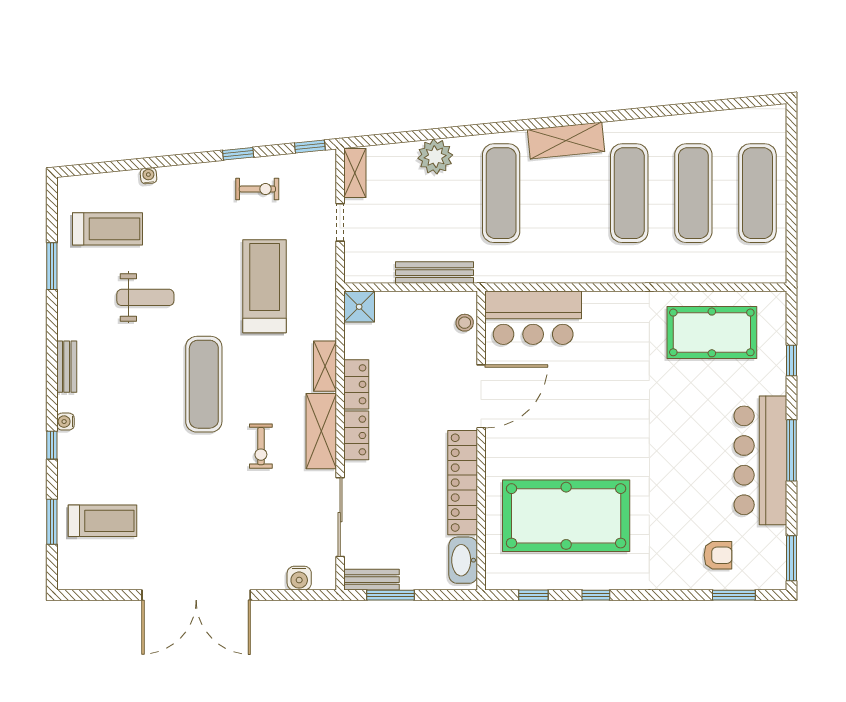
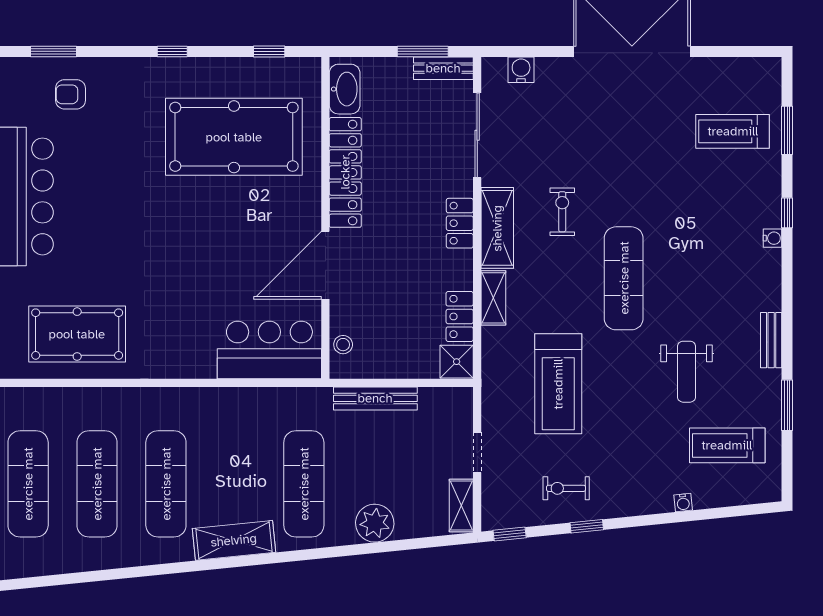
weight bench: (145, 297) -> (687, 372), turned -90
bench: (67, 367) -> (771, 340), moved
locker: (356, 384) -> (460, 316), moved
window: (596, 595) -> (172, 51), moved

